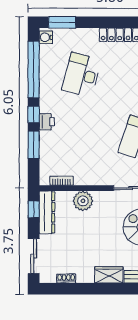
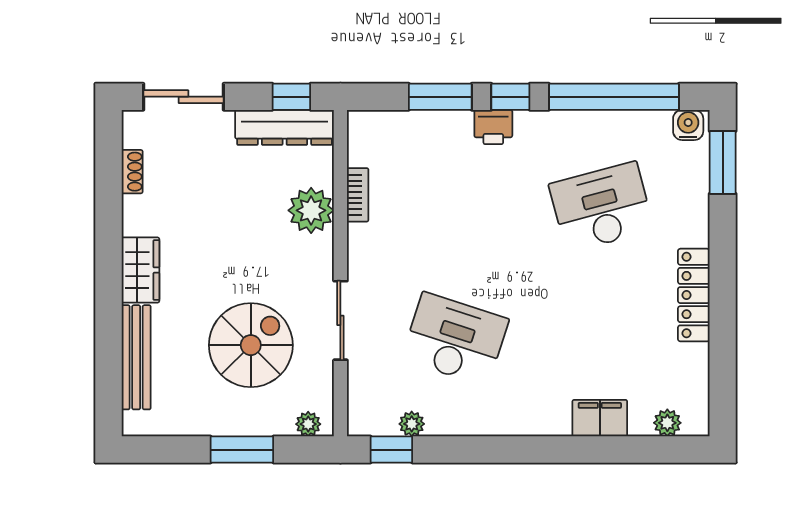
desk: (82, 75) -> (601, 207), turned -30
bookcase: (62, 181) -> (358, 195), moved

